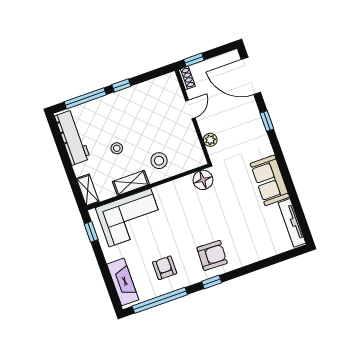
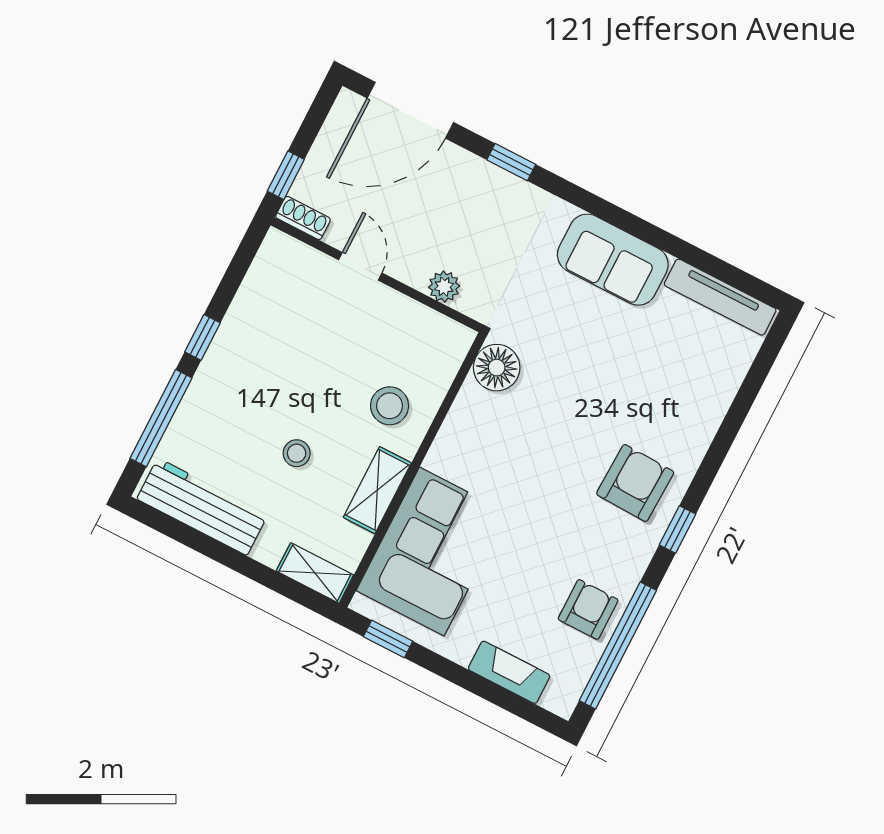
armchair: (165, 268) -> (588, 609), moved, turned 90
fireplace: (123, 282) -> (509, 672), width x0.73, depth x0.76

